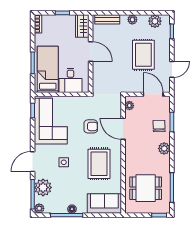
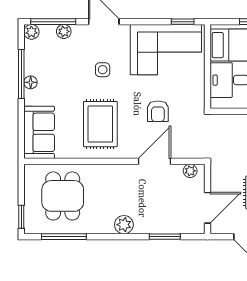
chair: (159, 126) -> (159, 217), removed
rug: (99, 164) -> (100, 124), turned 90
plant: (43, 187) -> (64, 31), width x0.53, depth x0.53

